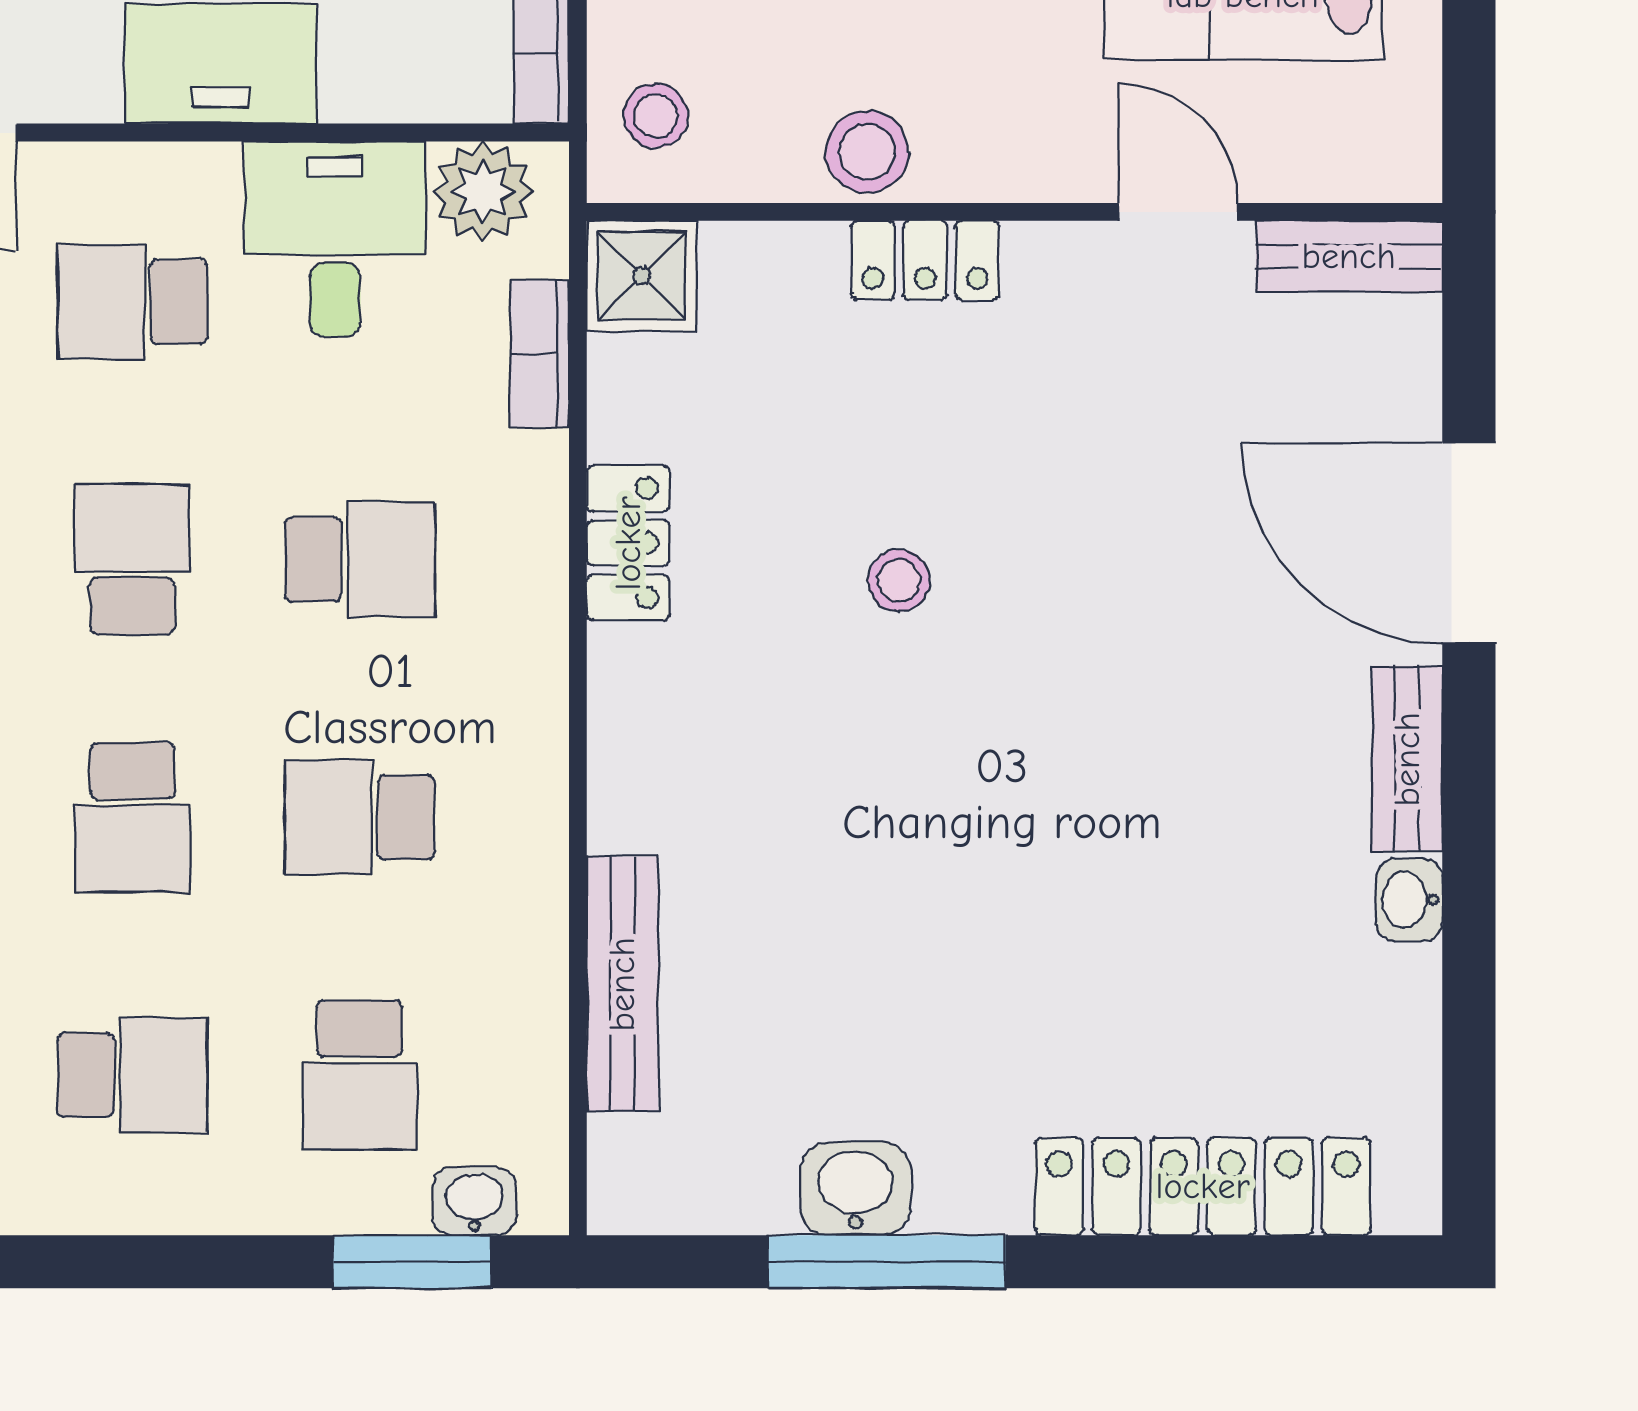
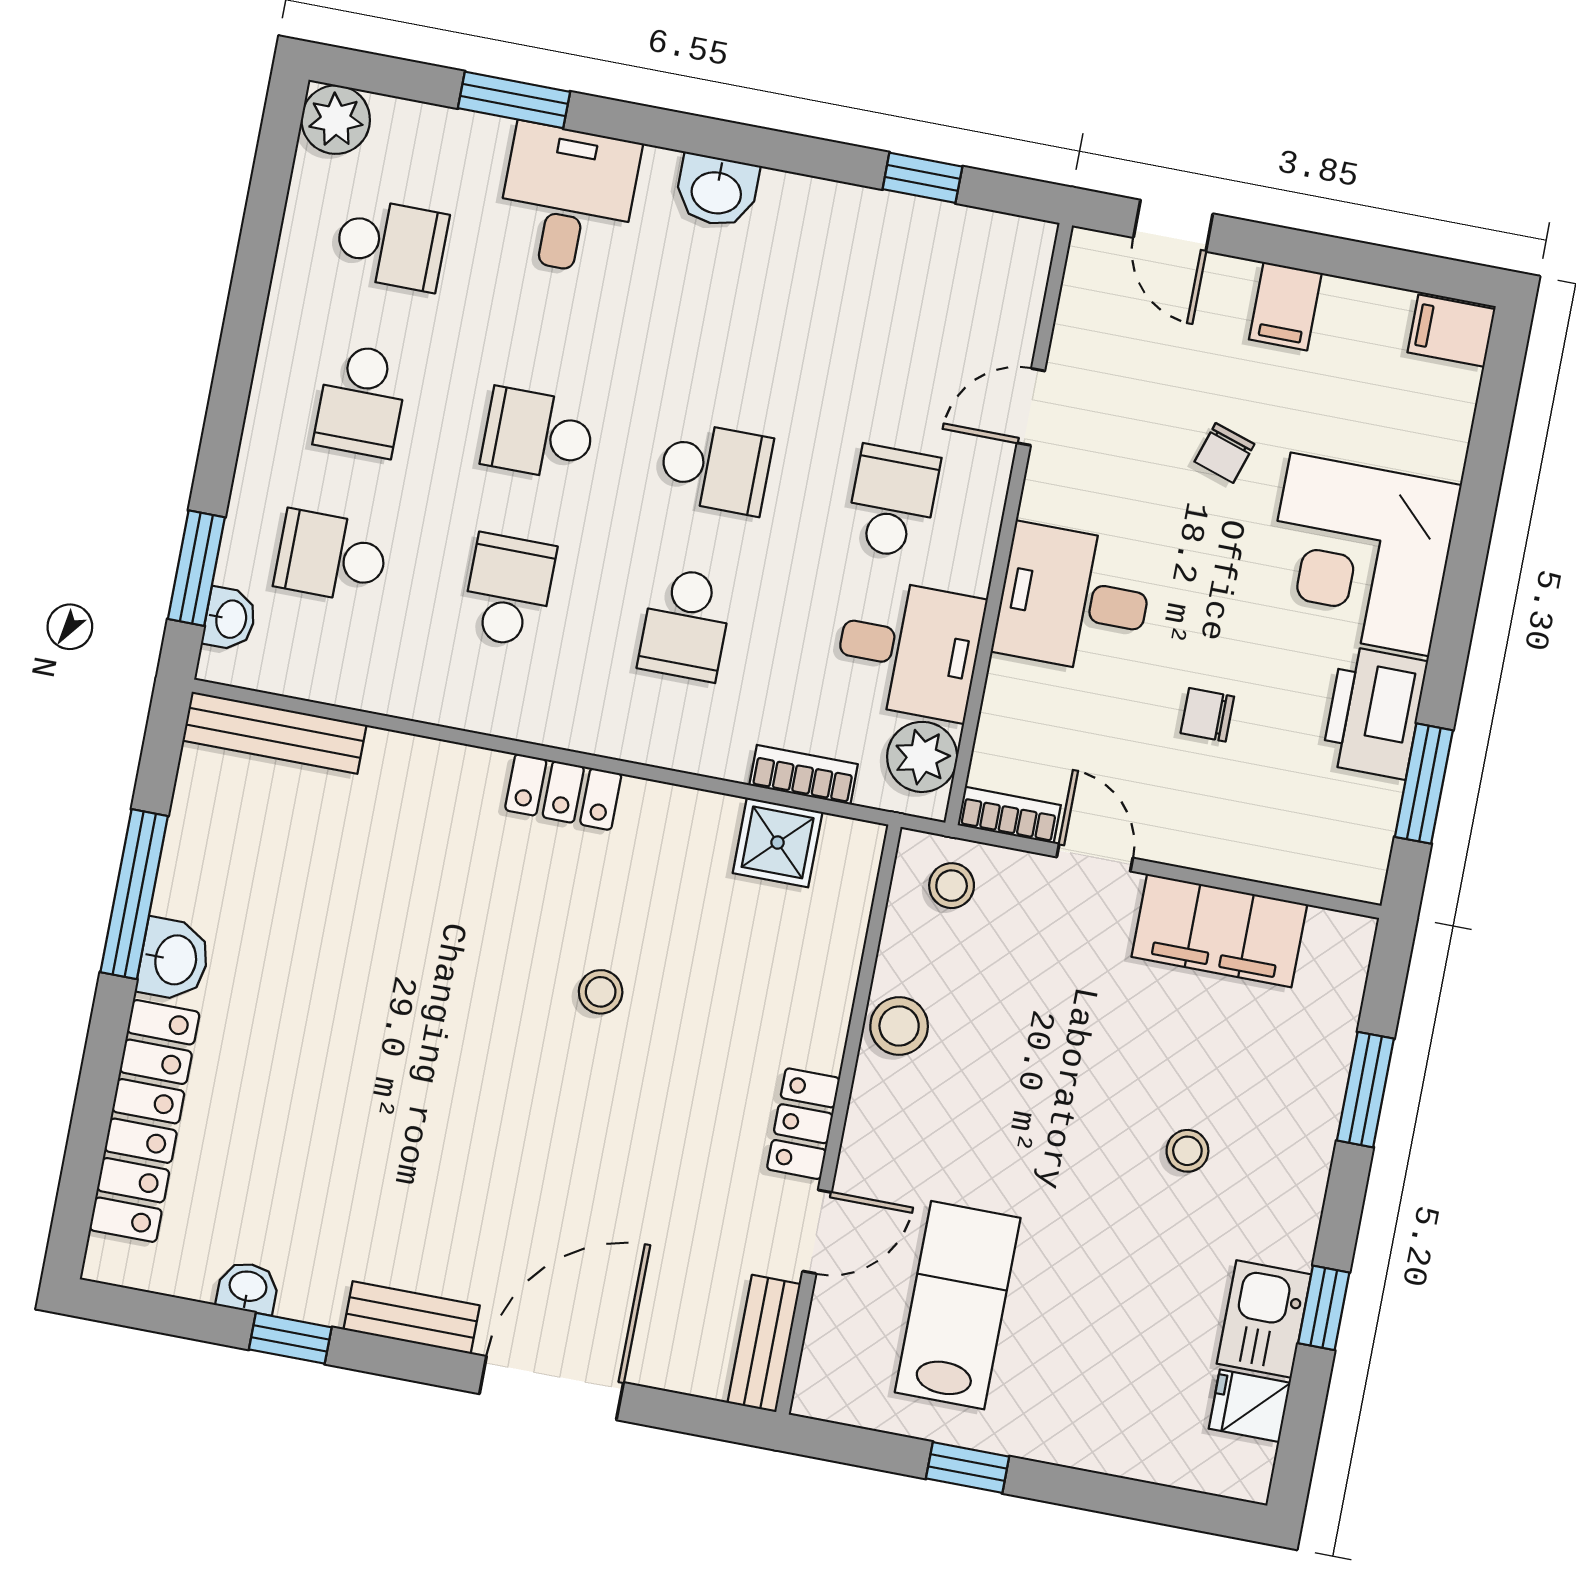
locker: (925, 260) -> (803, 1124), moved
shower: (642, 276) -> (778, 842), moved
locker: (628, 543) -> (563, 792), moved
washbasin: (1409, 900) -> (248, 1288), moved
window: (1469, 923) -> (290, 1338), added
bench: (622, 984) -> (275, 733), moved
washbasin: (855, 1189) -> (174, 960), moved

